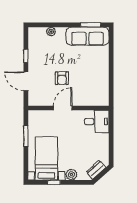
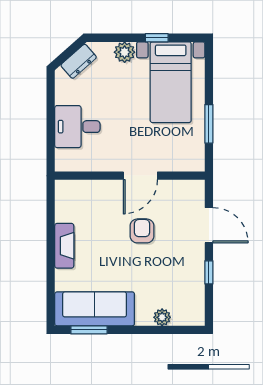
fireplace: (104, 70) -> (64, 246), added
desk: (97, 121) -> (77, 127), moved

